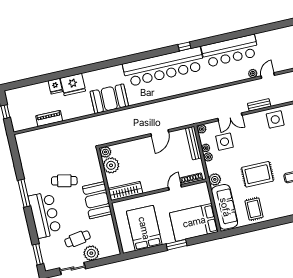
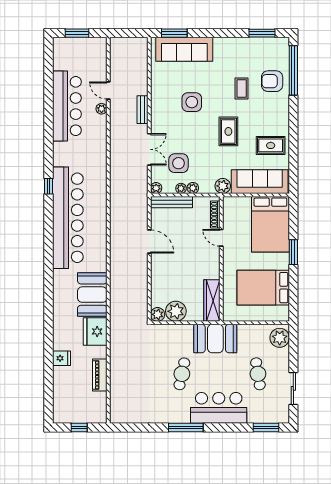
bar counter: (230, 51) -> (67, 106), moved
fridge: (73, 85) -> (95, 331), moved, turned 180
side table: (275, 119) -> (192, 102), moved
rug: (257, 174) -> (228, 131), width x0.73, depth x0.70
plant: (91, 253) -> (280, 338), moved

